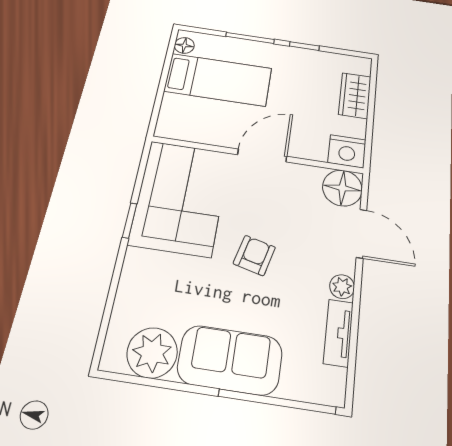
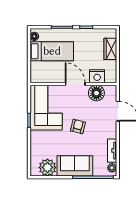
nightstand: (347, 151) -> (97, 76), moved
door: (262, 155) -> (75, 84), hinge flipped
floor lamp: (342, 188) -> (96, 93), moved
plant: (342, 287) -> (112, 168), moved

